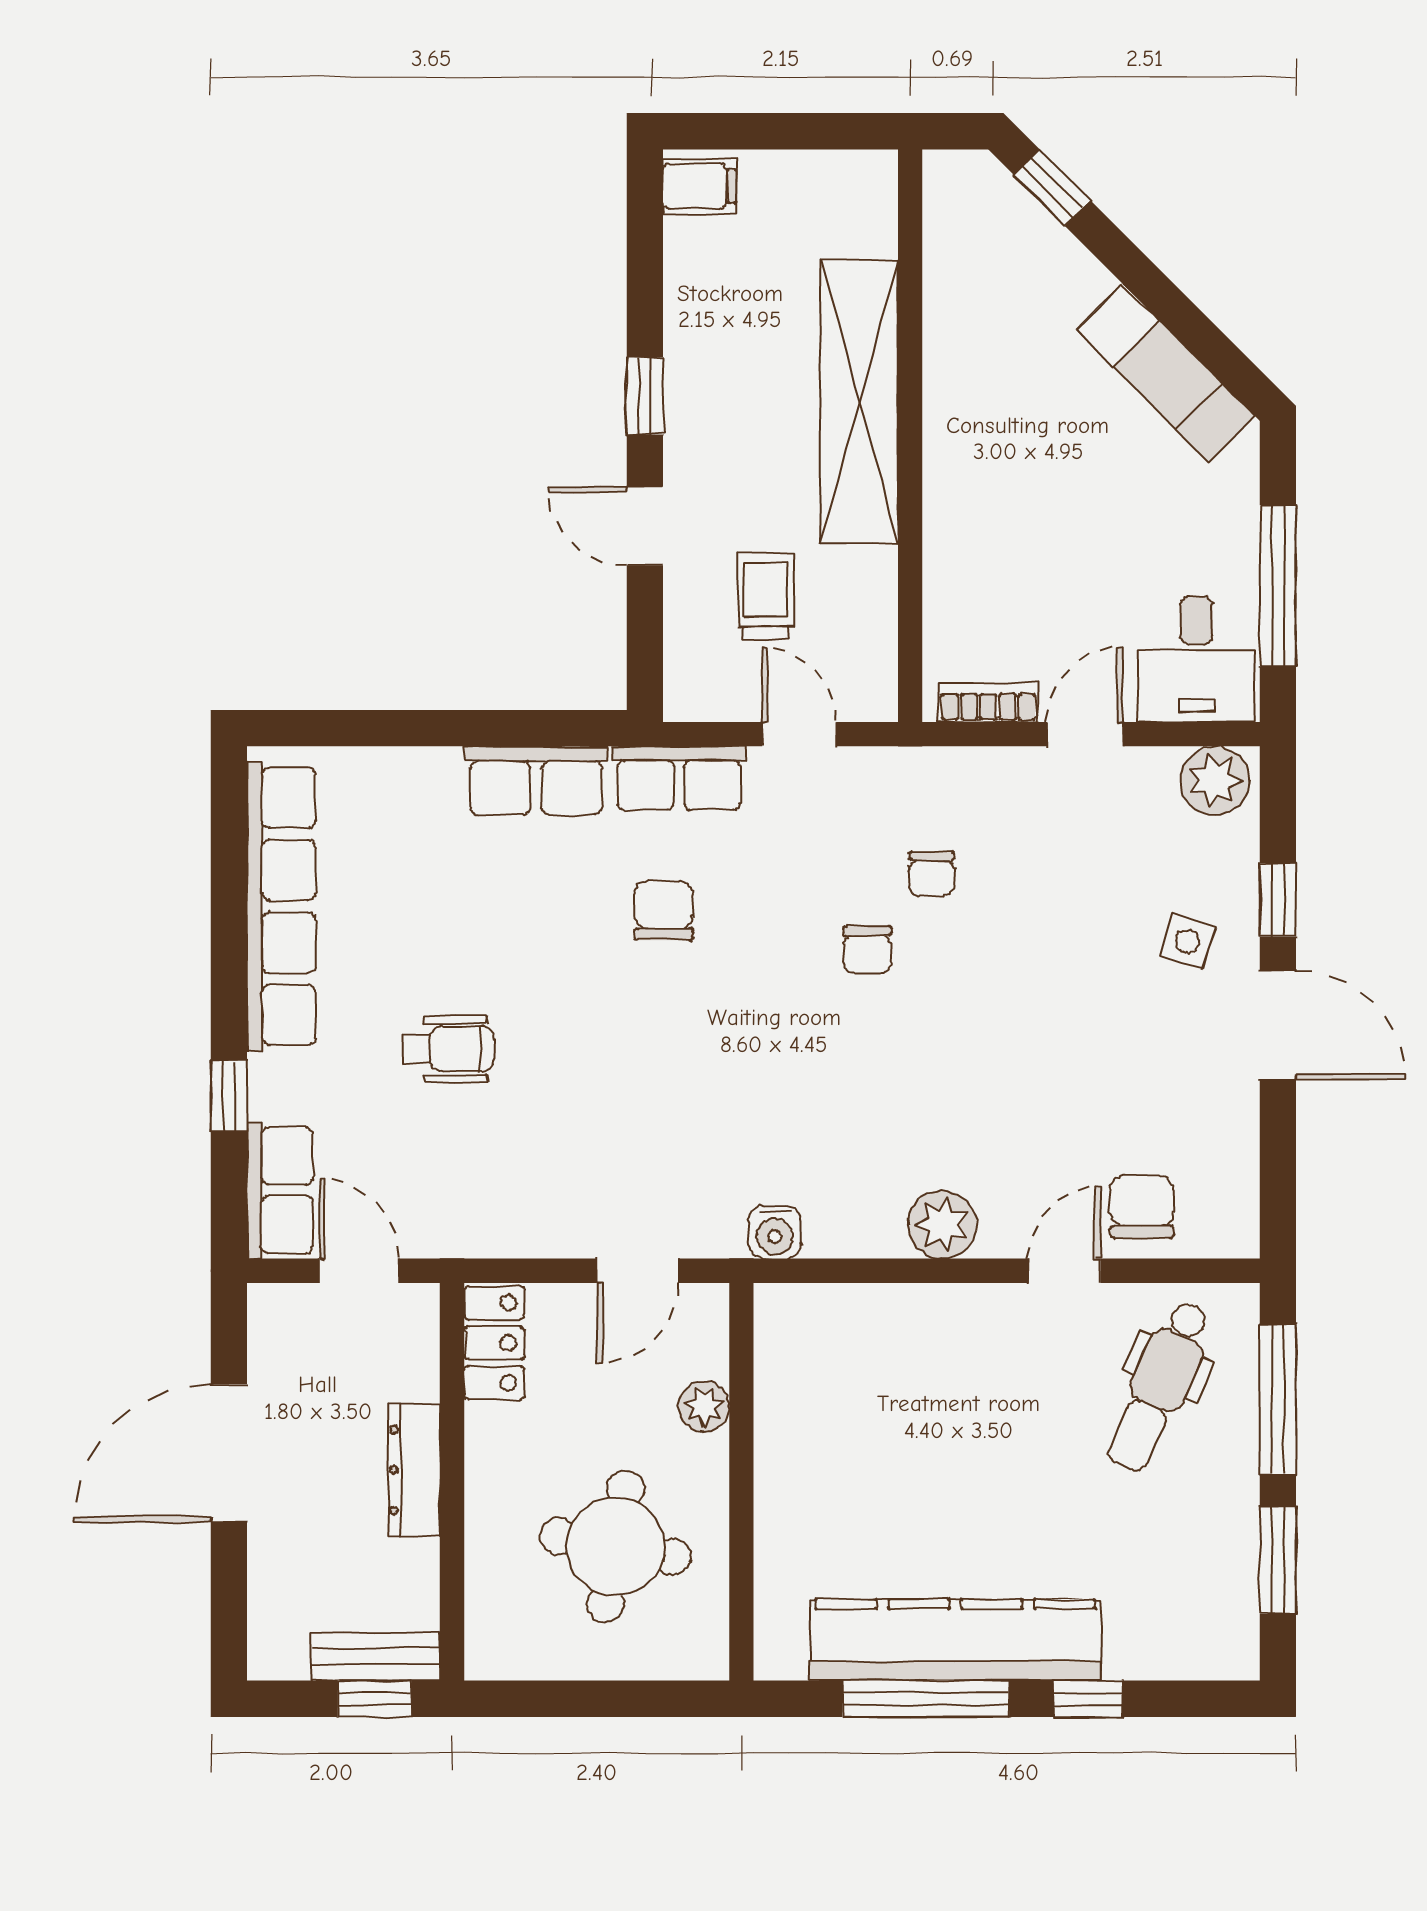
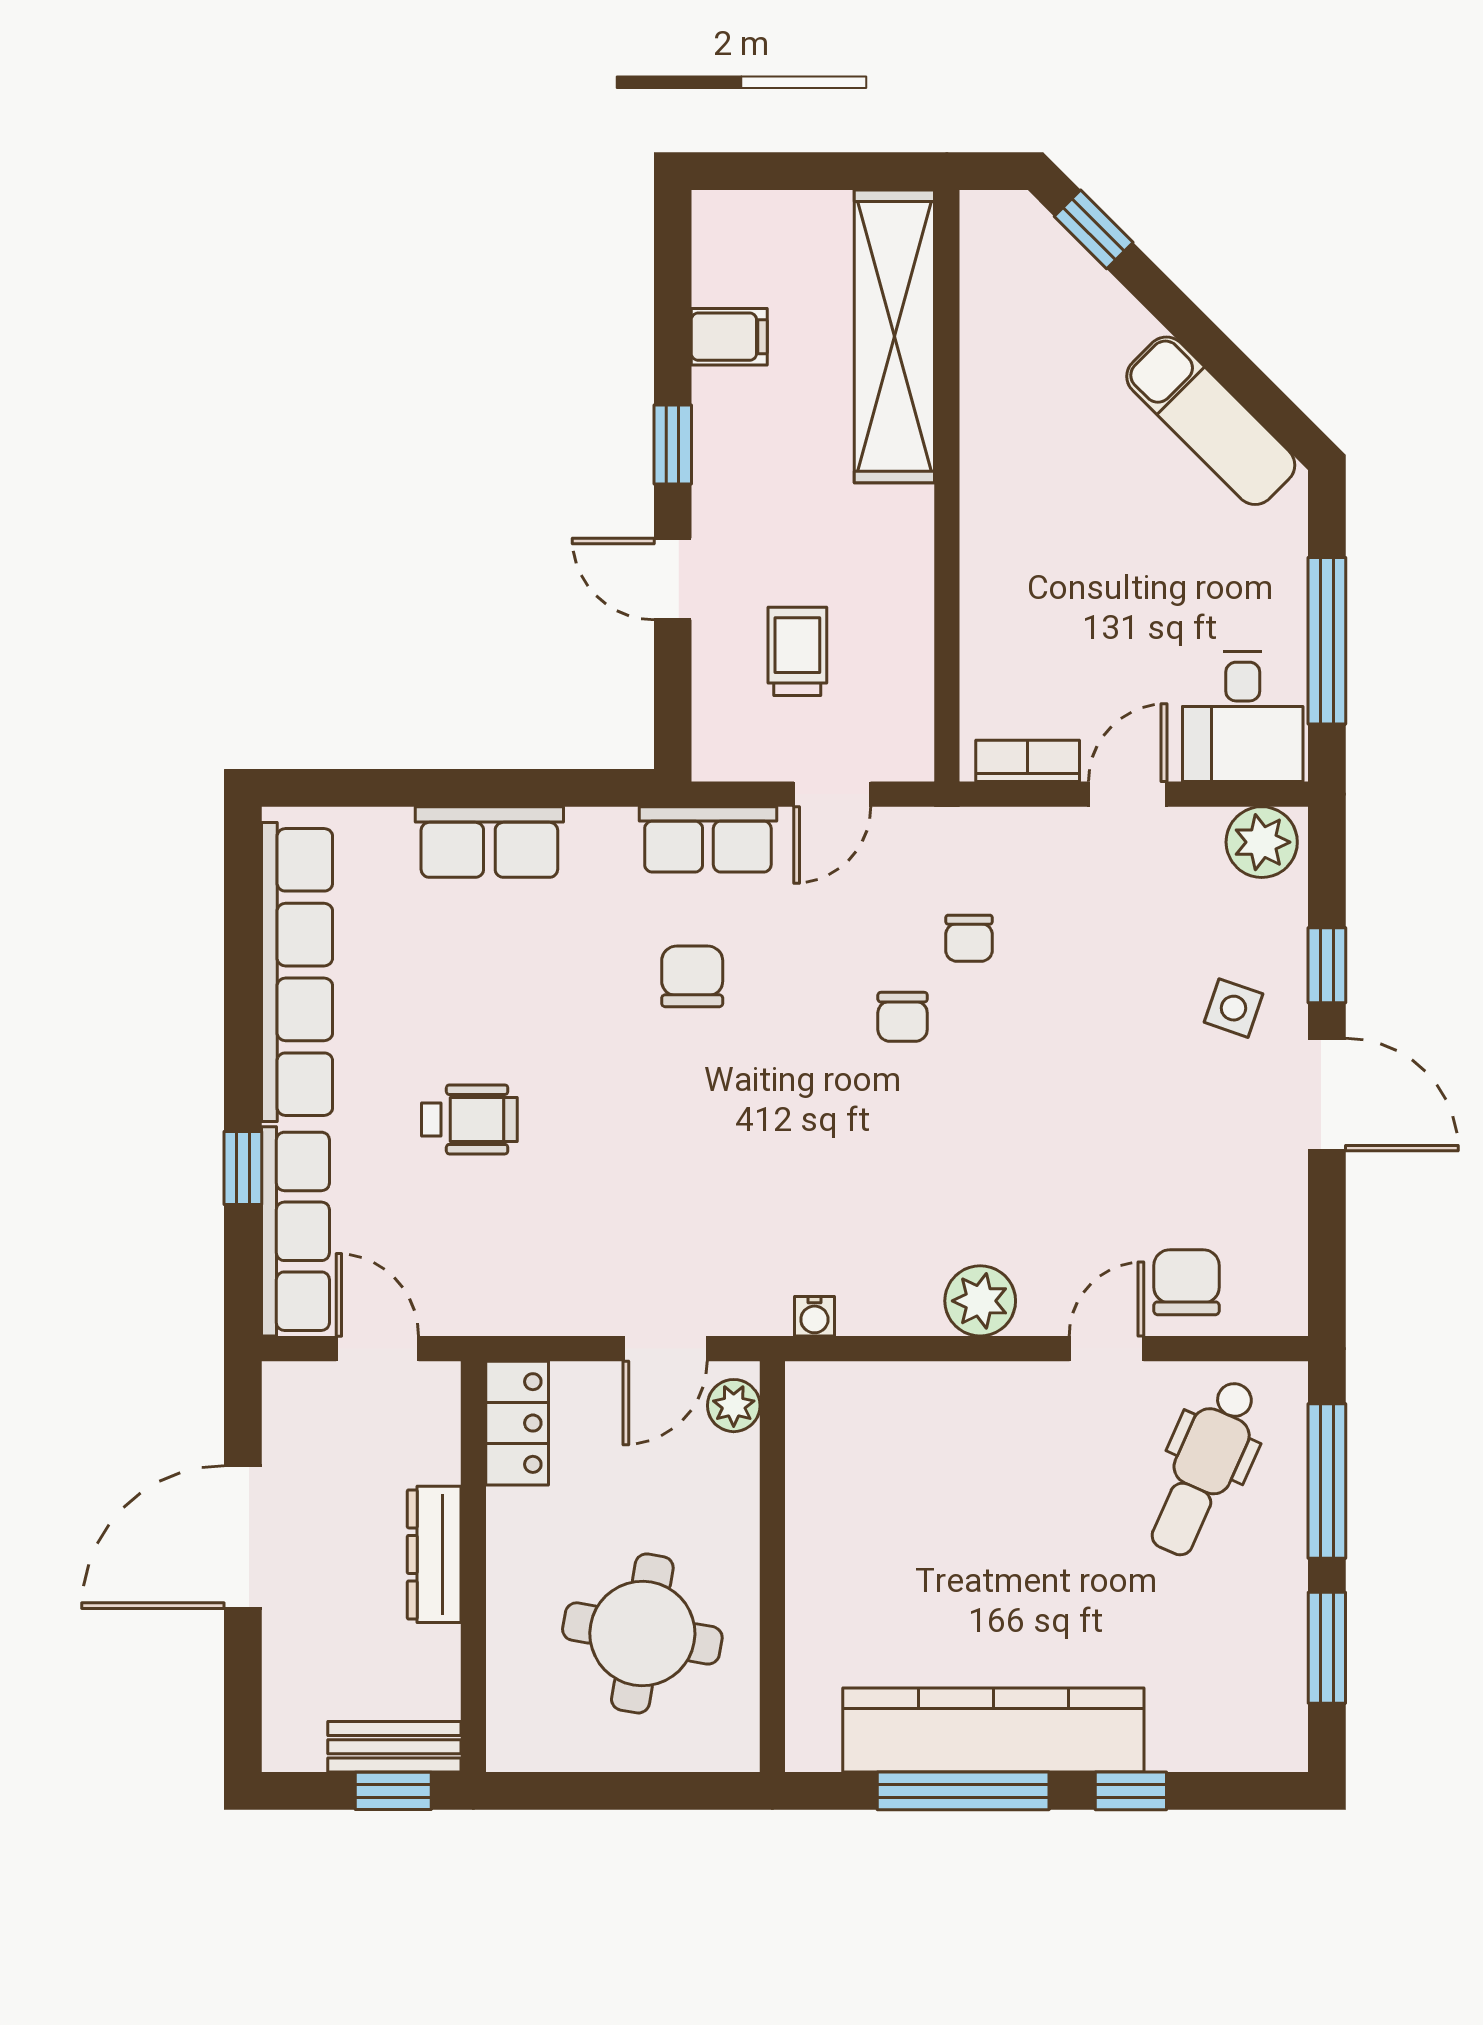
filing cabinet: (700, 186) -> (729, 337), moved
shelving: (859, 402) -> (894, 336), moved
door: (799, 734) -> (832, 794), swing flipped
row of seats: (536, 781) -> (489, 842), moved
row of seats: (280, 1190) -> (295, 1231), width x1.48
water cooler: (775, 1232) -> (814, 1316), width x0.72, depth x0.72
plant: (704, 1406) -> (734, 1406), moved

